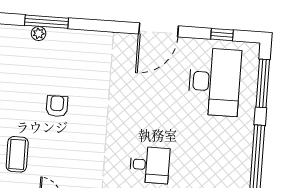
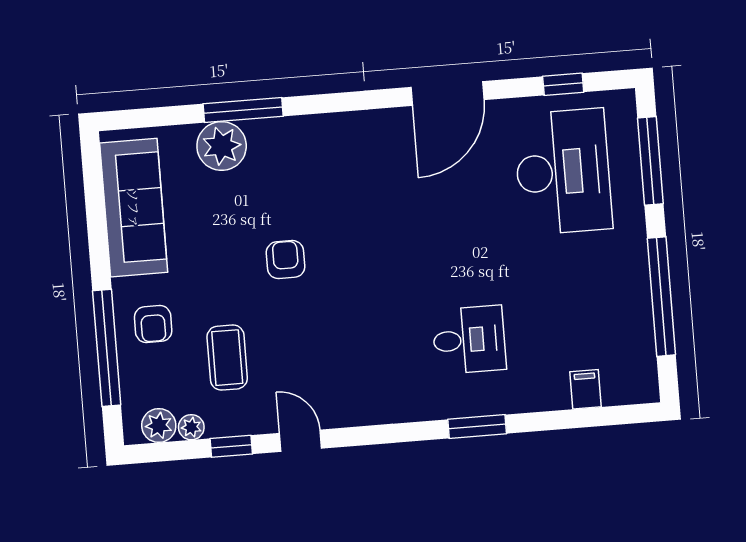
plant: (39, 33) -> (222, 146), width x1.88, depth x1.88

